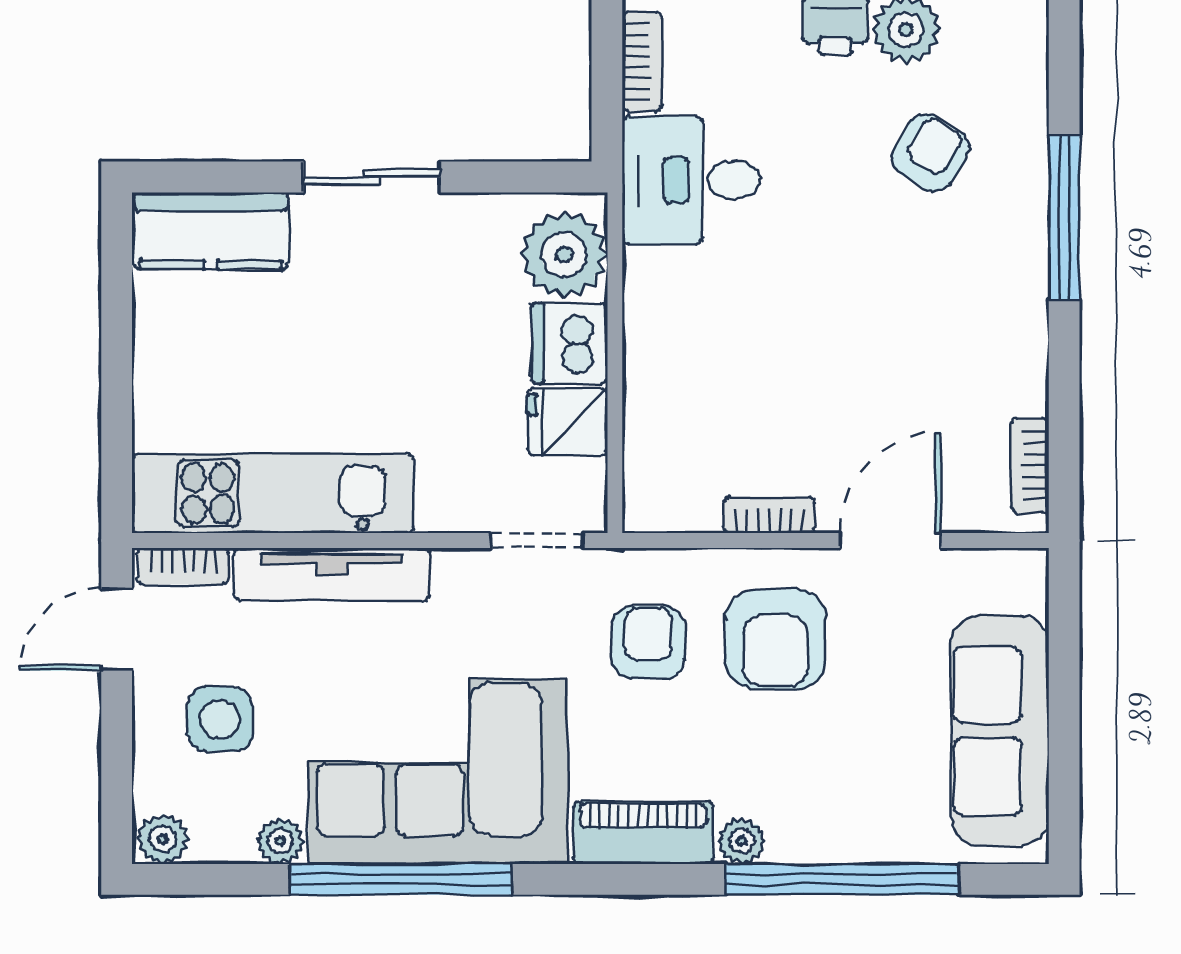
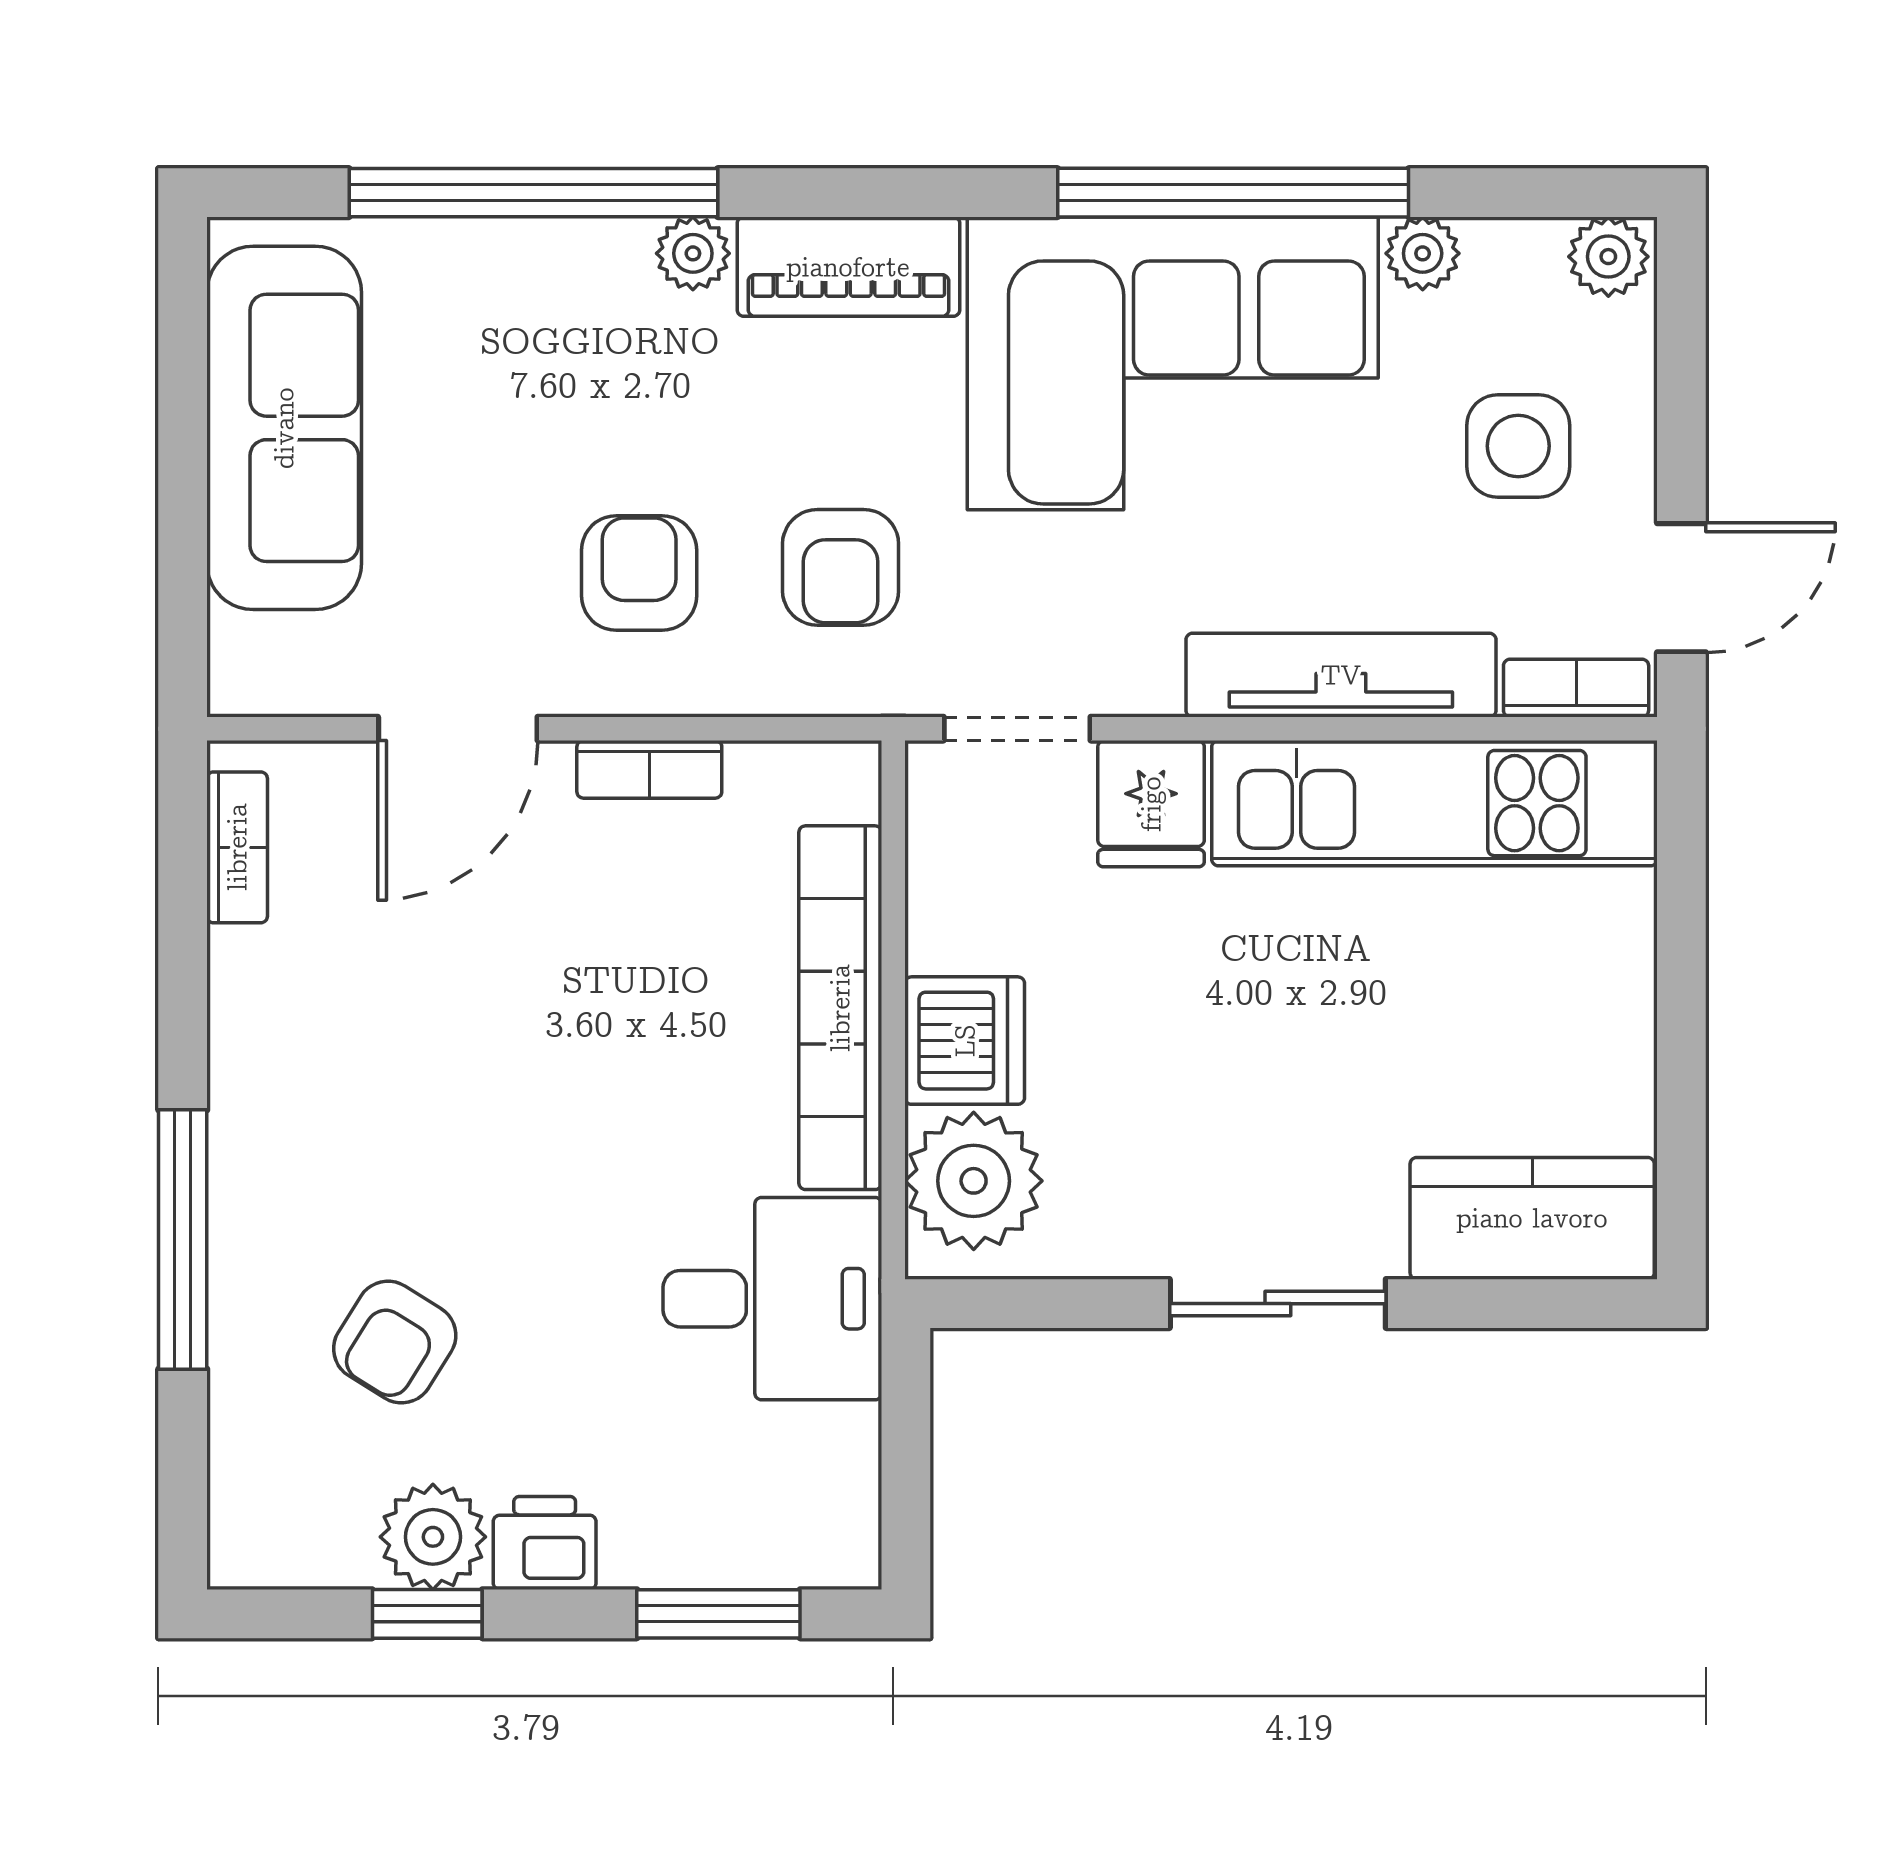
bookcase: (642, 62) -> (840, 1008), moved, width x2.31, depth x1.31
fridge: (568, 422) -> (1151, 804), moved, turned 90
armchair: (776, 639) -> (639, 573), width x0.72, depth x0.72

